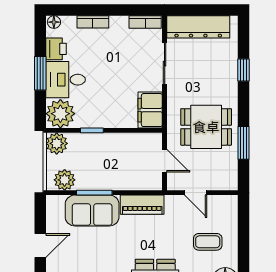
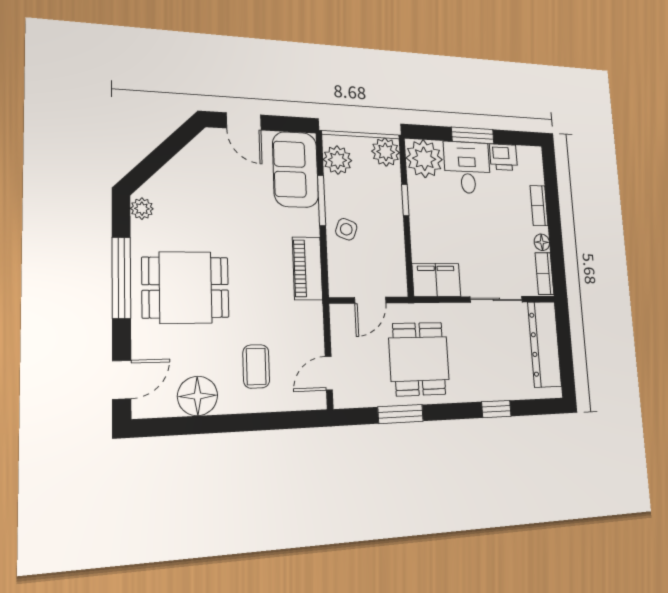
floor lamp: (54, 22) -> (542, 242), moved
side table: (114, 176) -> (346, 229), added
door: (196, 193) -> (329, 373), moved
sofa: (92, 210) -> (295, 169), moved

